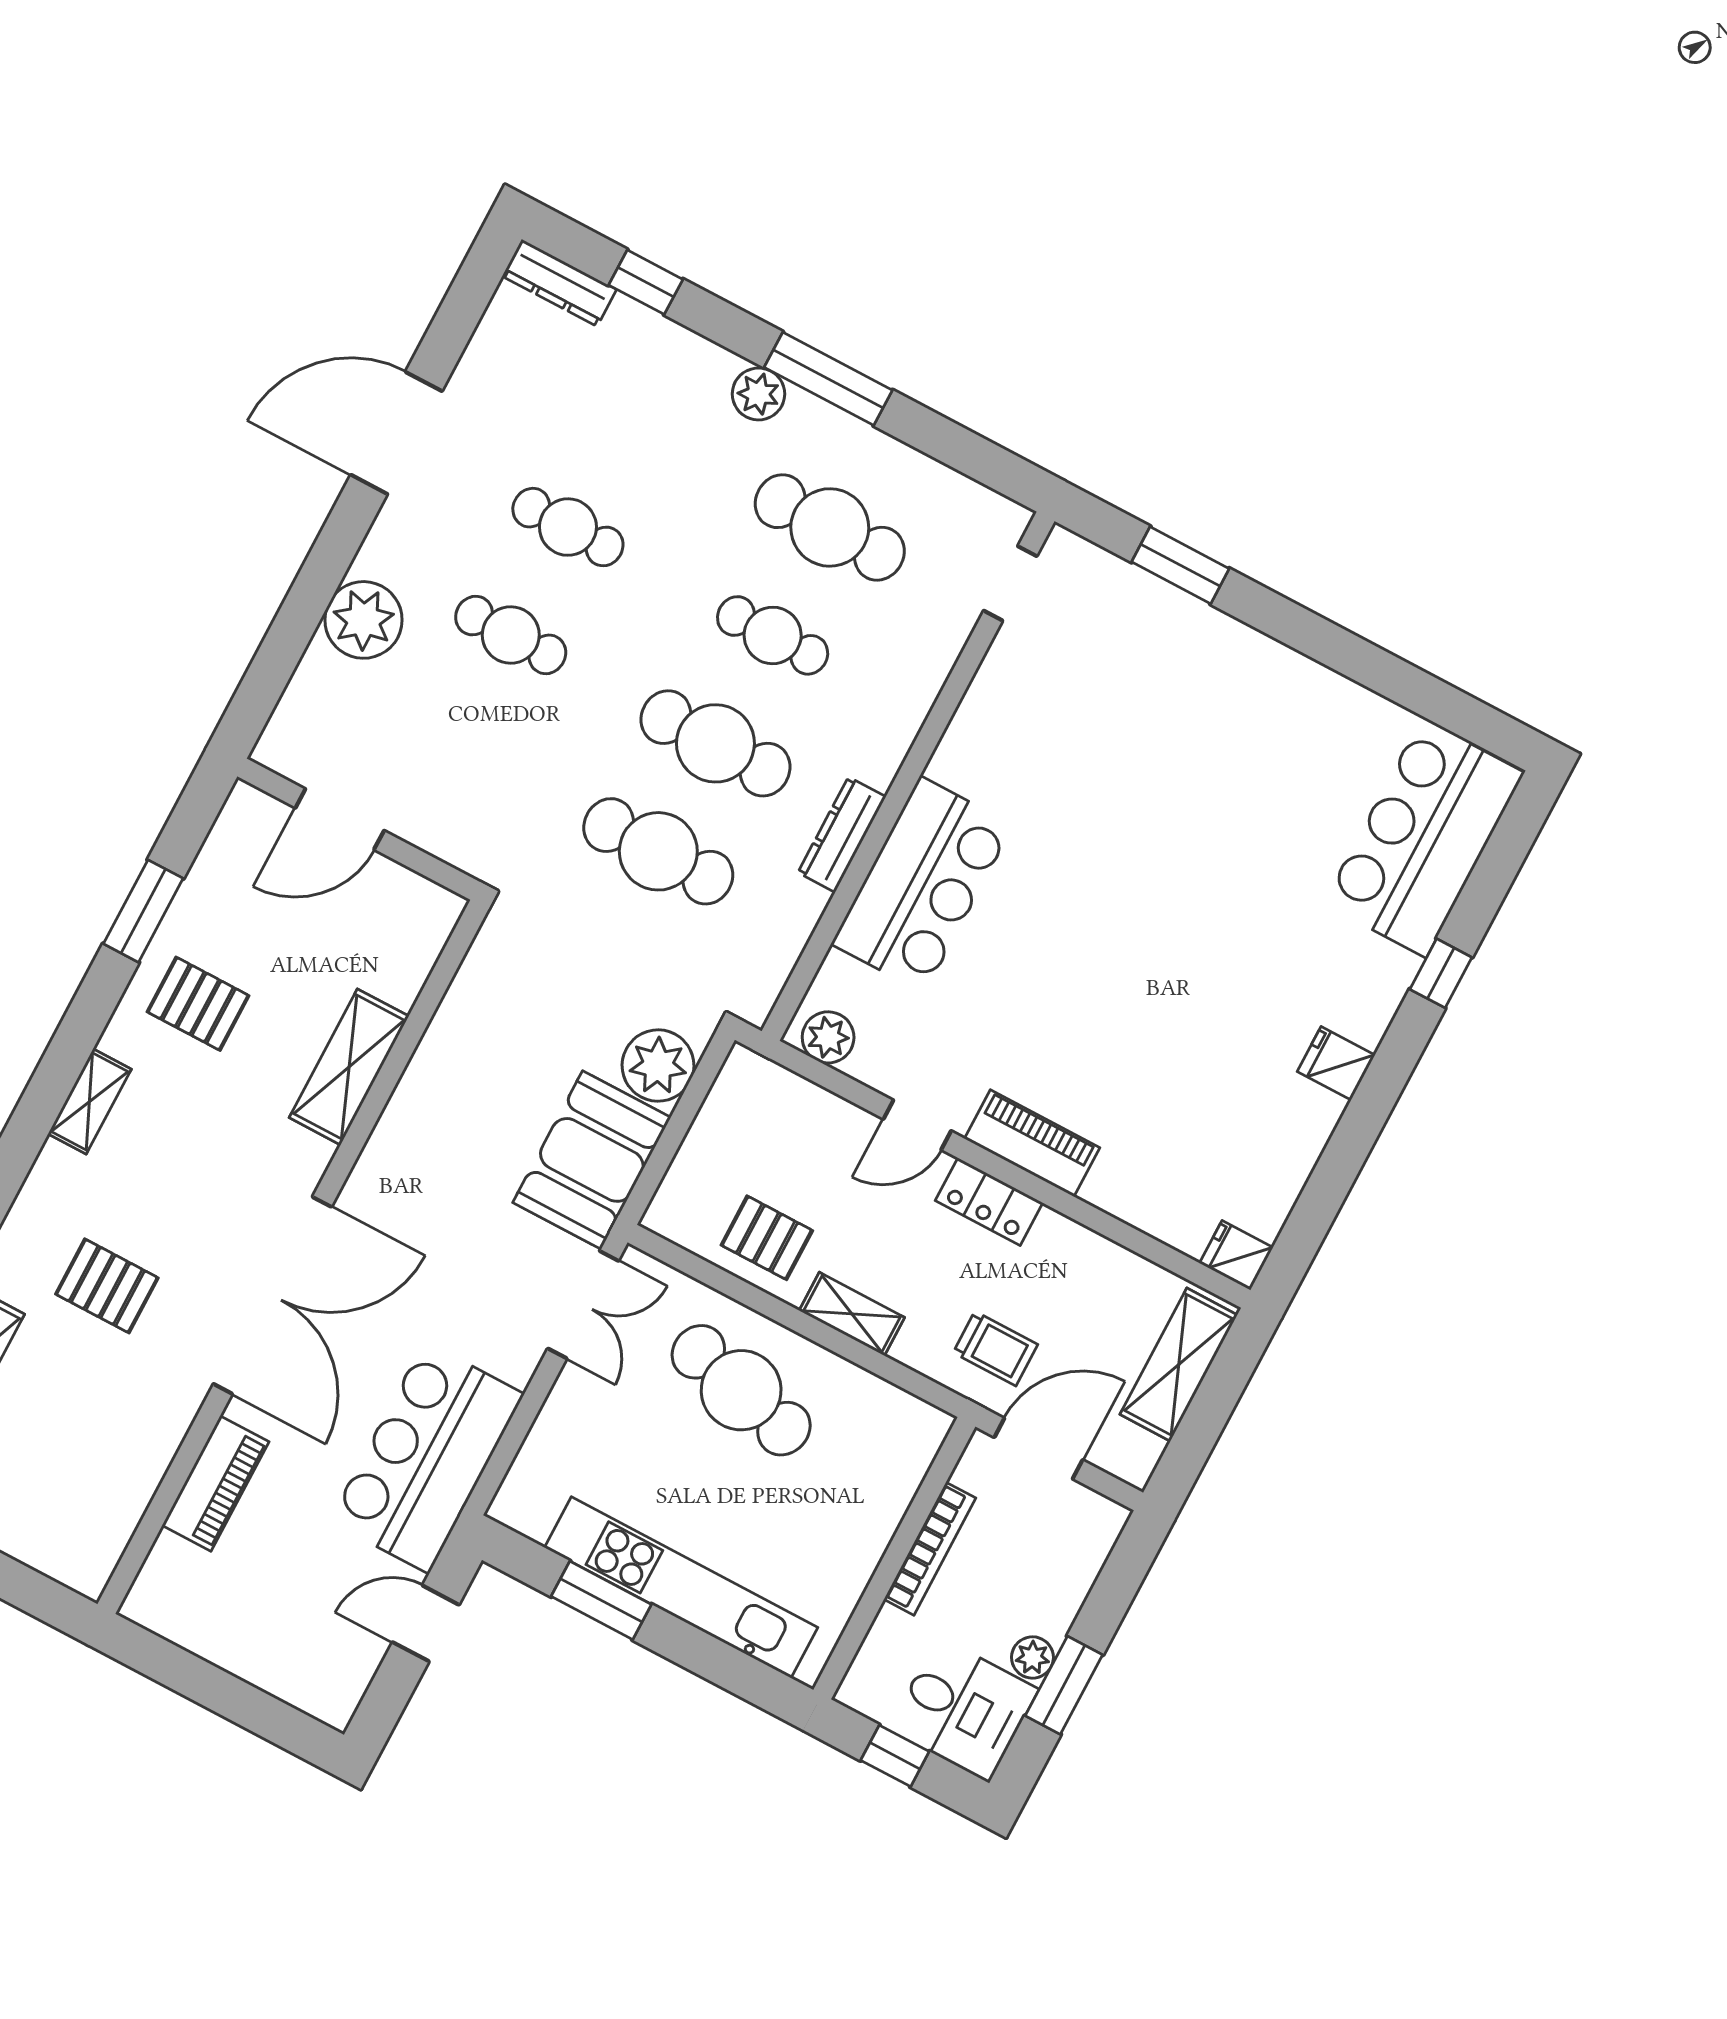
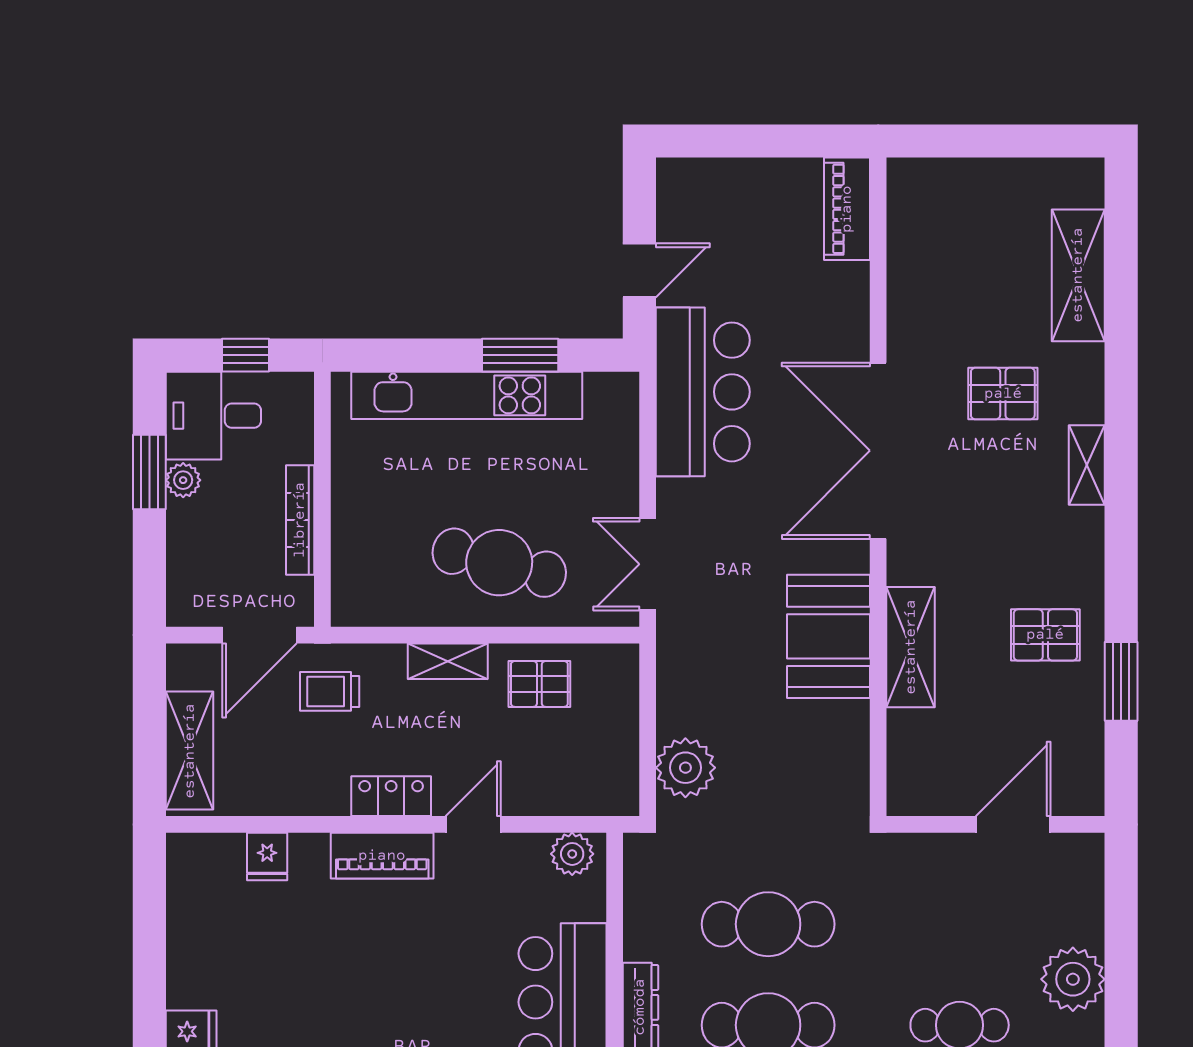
shelving: (90, 1101) -> (1087, 465), moved
booth: (592, 1160) -> (829, 636), moved
fridge: (1236, 1255) -> (267, 857), moved, turned 90
piano: (215, 1484) -> (847, 209), moved

